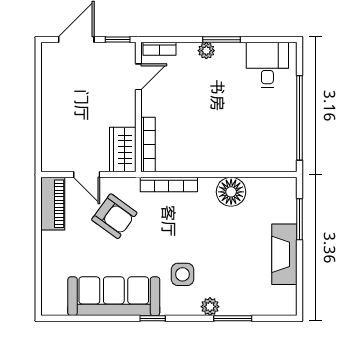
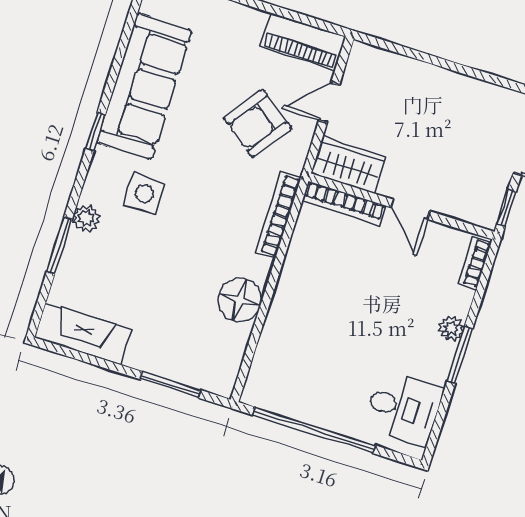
door: (138, 77) -> (410, 209), moved
fireplace: (284, 254) -> (83, 333), moved

